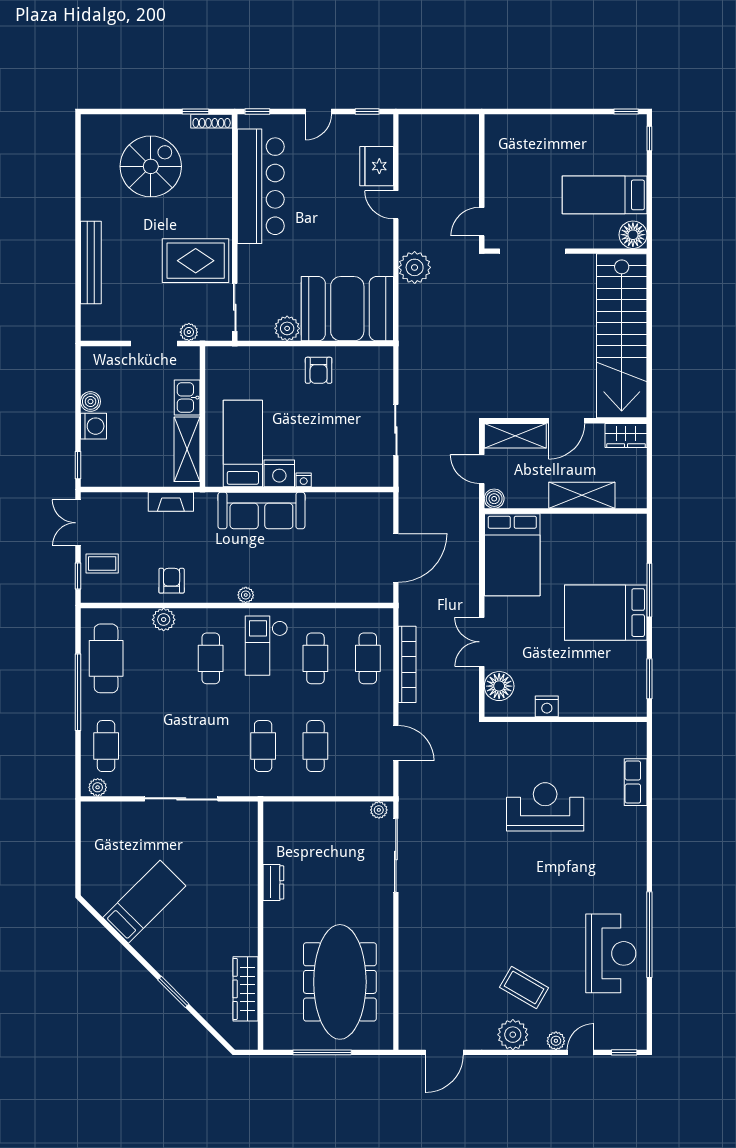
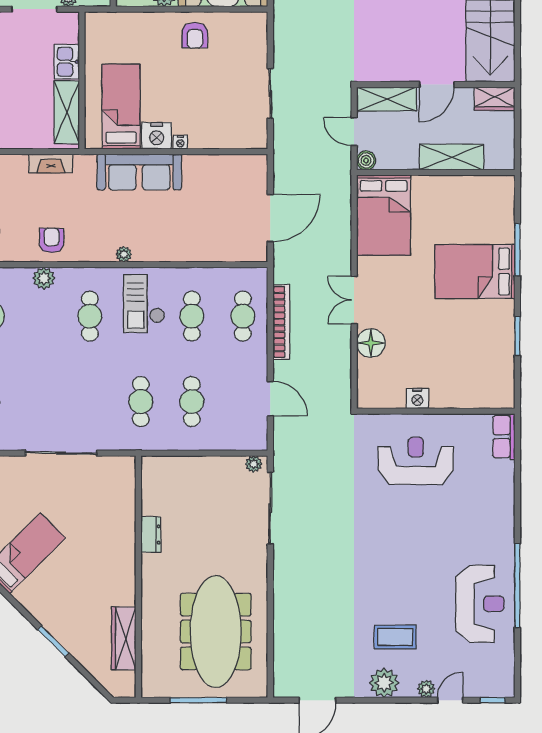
nightstand: (547, 706) -> (417, 399), moved
wall: (566, 719) -> (436, 411), moved
coffee table: (524, 987) -> (395, 637), turned -30

